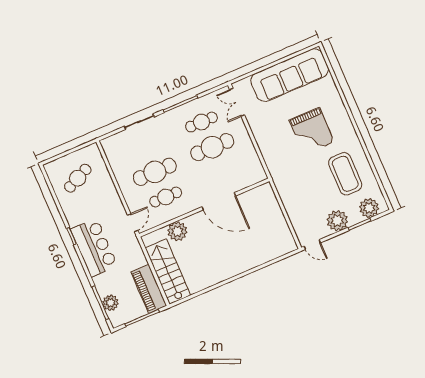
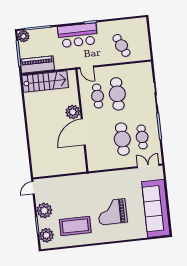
cafe table: (78, 178) -> (121, 45), moved
plant: (177, 231) -> (73, 112), moved
plant: (110, 303) -> (23, 36), moved

